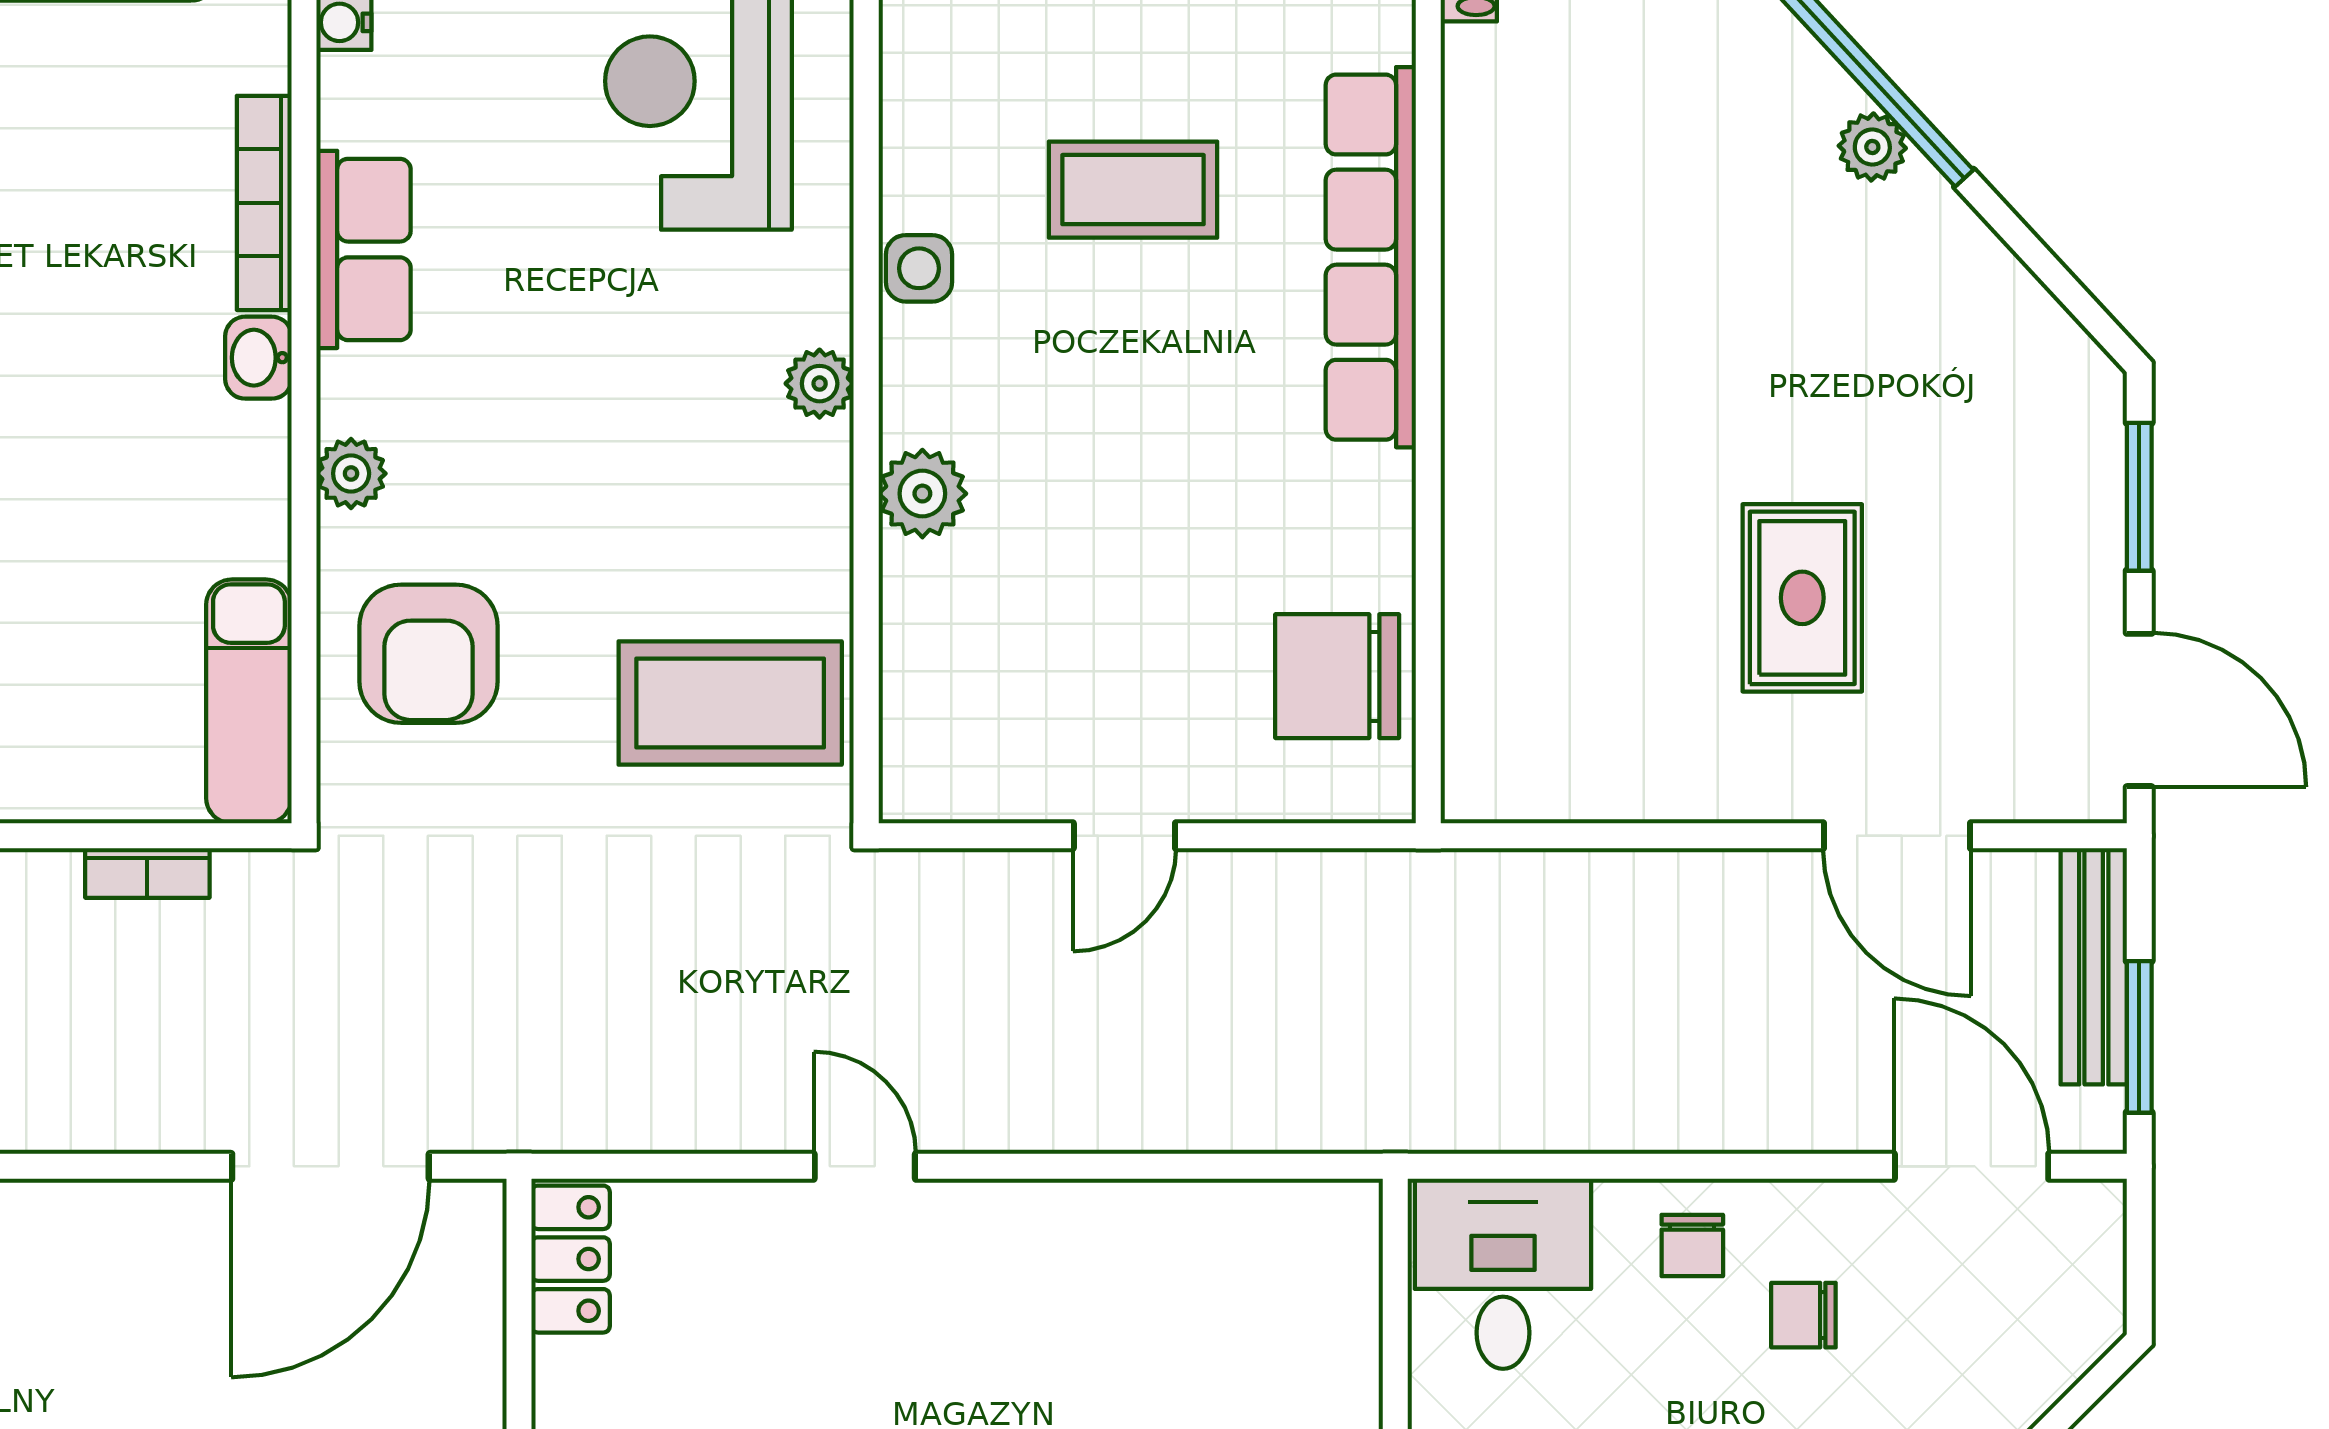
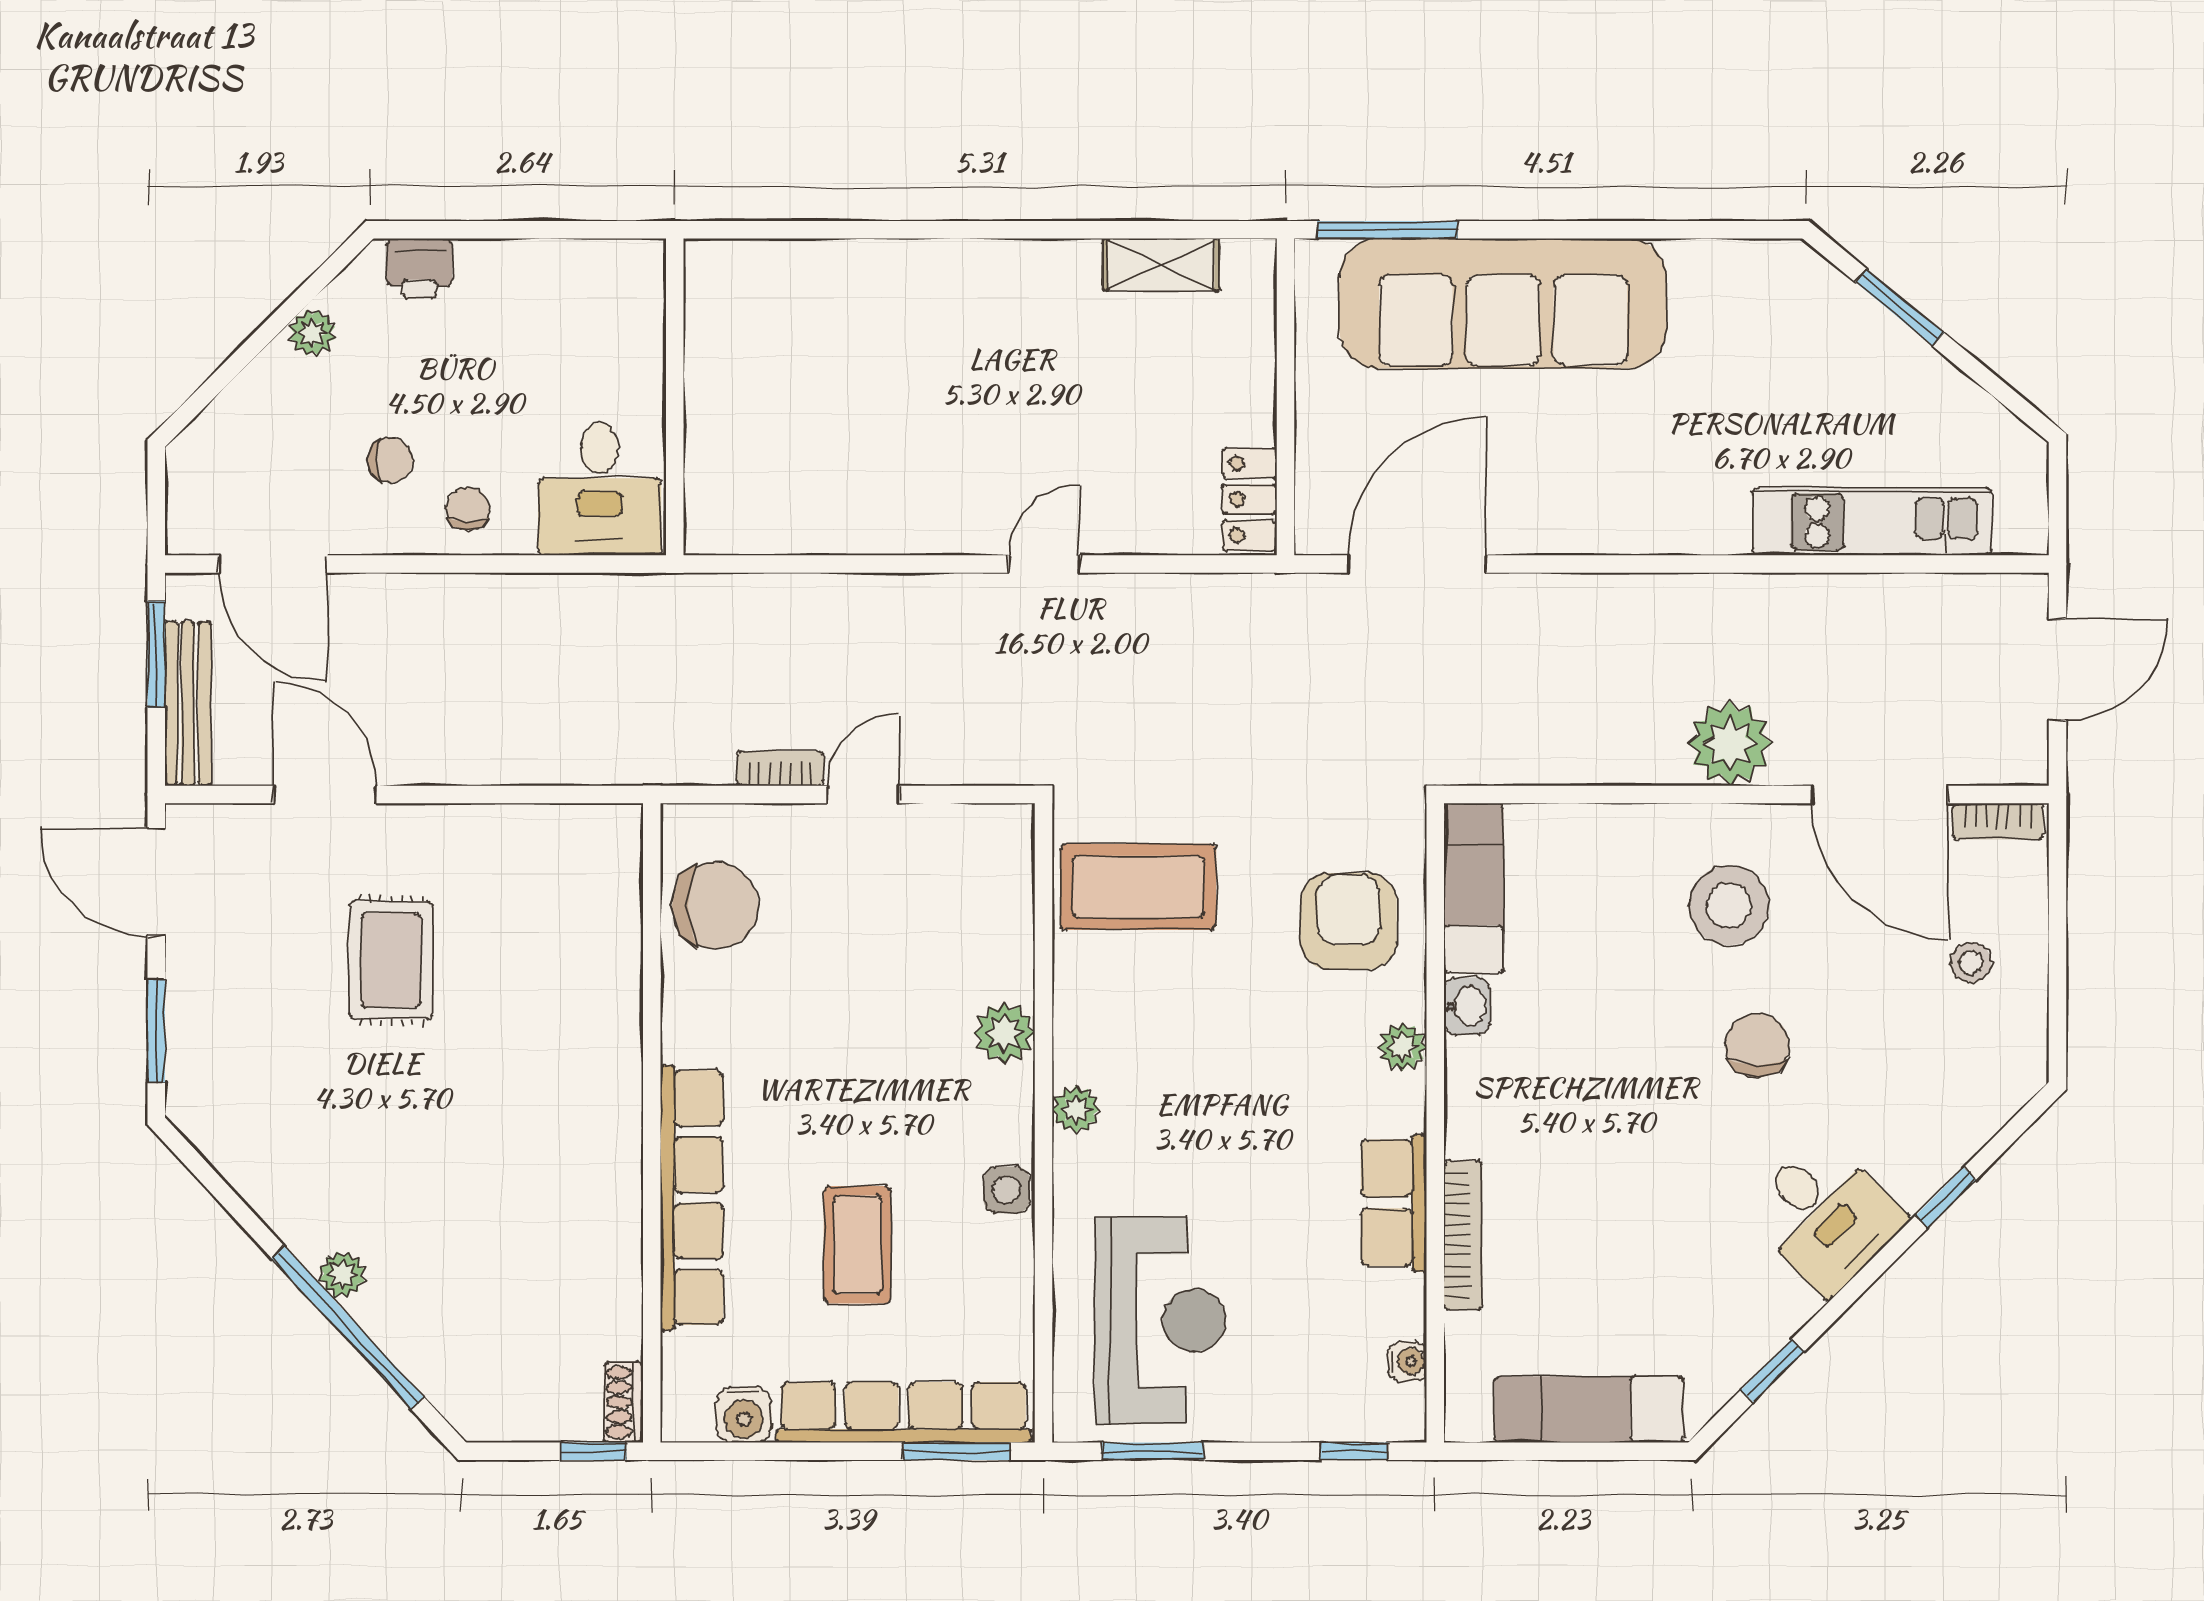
coffee table: (1133, 190) -> (857, 1245), turned 90
washbasin: (258, 358) -> (1467, 1006), moved
bookcase: (147, 873) -> (780, 768), moved
door: (865, 1166) -> (1044, 564), swing flipped

